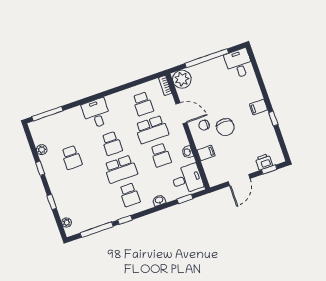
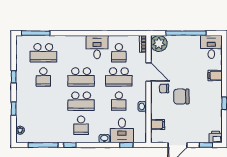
filing cabinet: (258, 107) -> (215, 76), moved
desk: (96, 113) -> (97, 47), moved
chair: (225, 127) -> (181, 96), turned 90
school desk: (63, 132) -> (43, 53), added
school desk: (112, 143) -> (81, 77), width x1.85
plant: (42, 150) -> (20, 62), removed
filing cabinet: (206, 153) -> (158, 124), moved
printer: (264, 162) -> (216, 137), moved
desk: (187, 179) -> (122, 130), moved, turned 90

